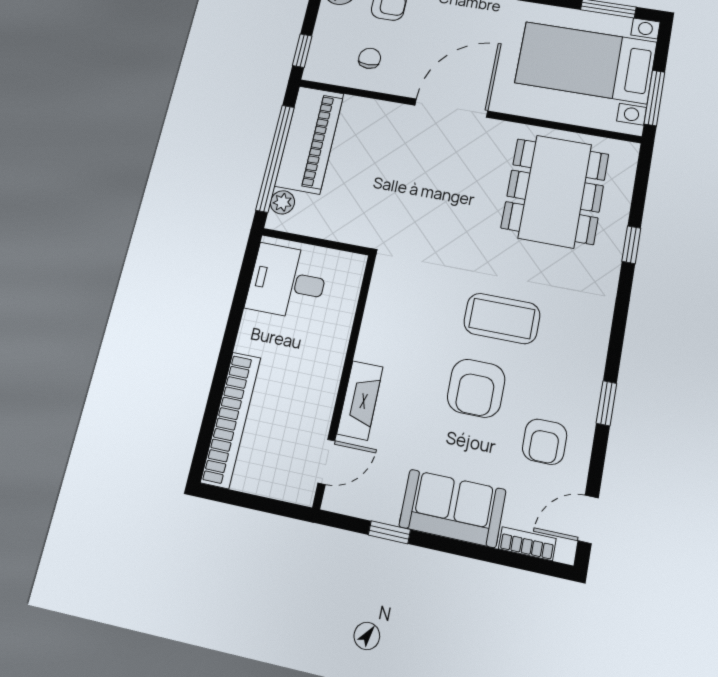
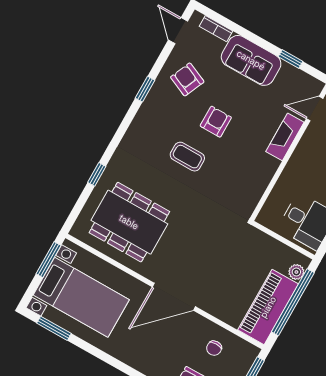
dining table: (555, 191) -> (129, 222), turned 90
coffee table: (502, 318) -> (187, 157), width x0.73, depth x0.77
armchair: (476, 388) -> (216, 122), width x0.72, depth x0.72
armchair: (545, 442) -> (187, 79), turned -66
door: (588, 519) -> (178, 31), swing flipped

